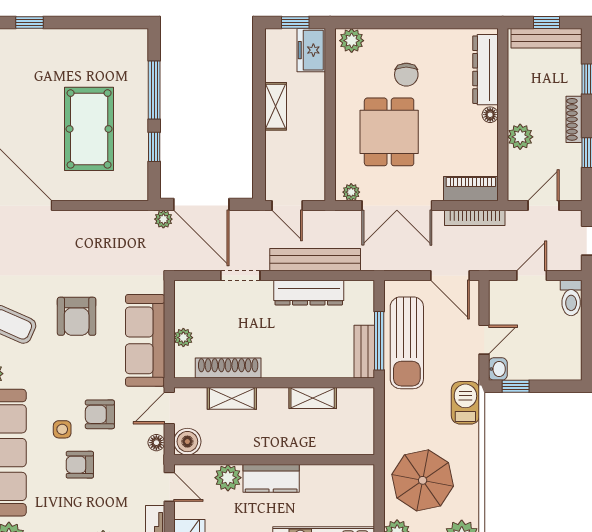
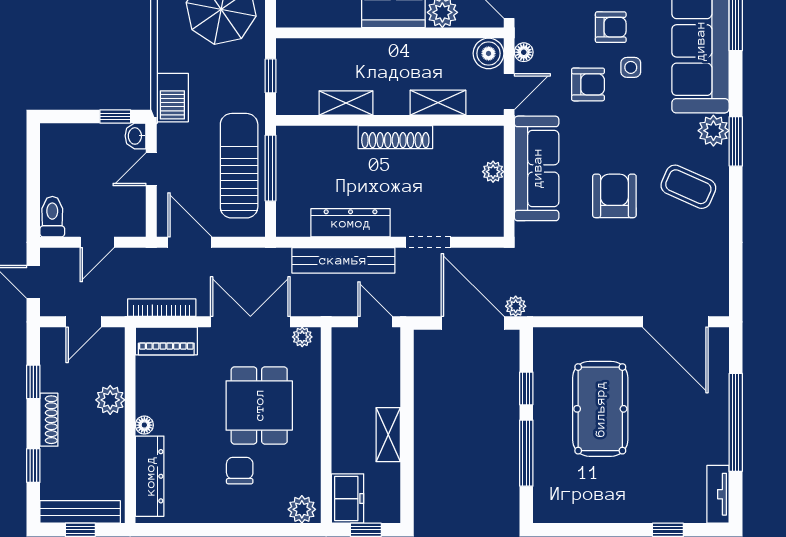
bench: (364, 352) -> (287, 156), removed
shoe rack: (228, 368) -> (395, 137), moved
window: (379, 422) -> (271, 76), added

